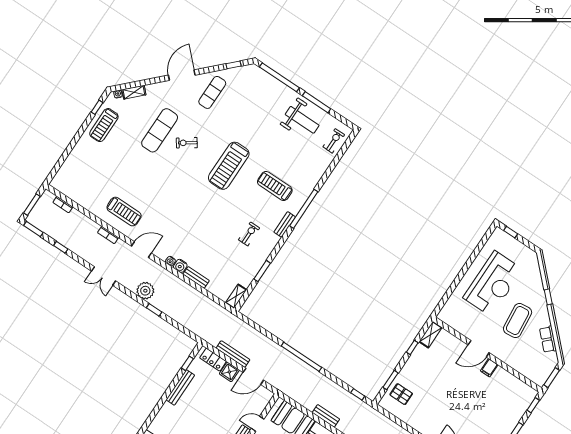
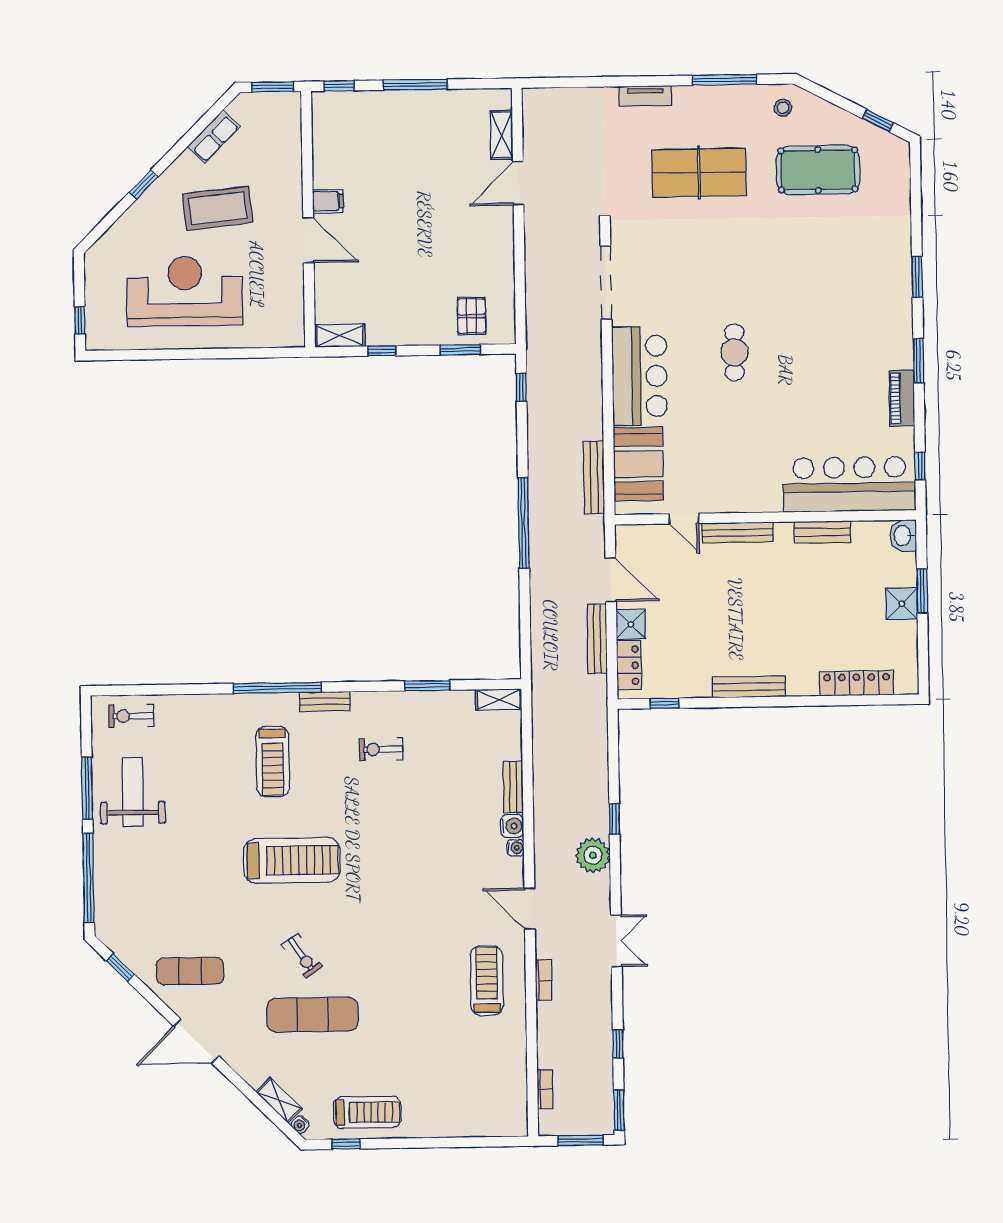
bench: (180, 387) -> (749, 687), moved
bench: (326, 416) -> (594, 477), moved, width x1.36

